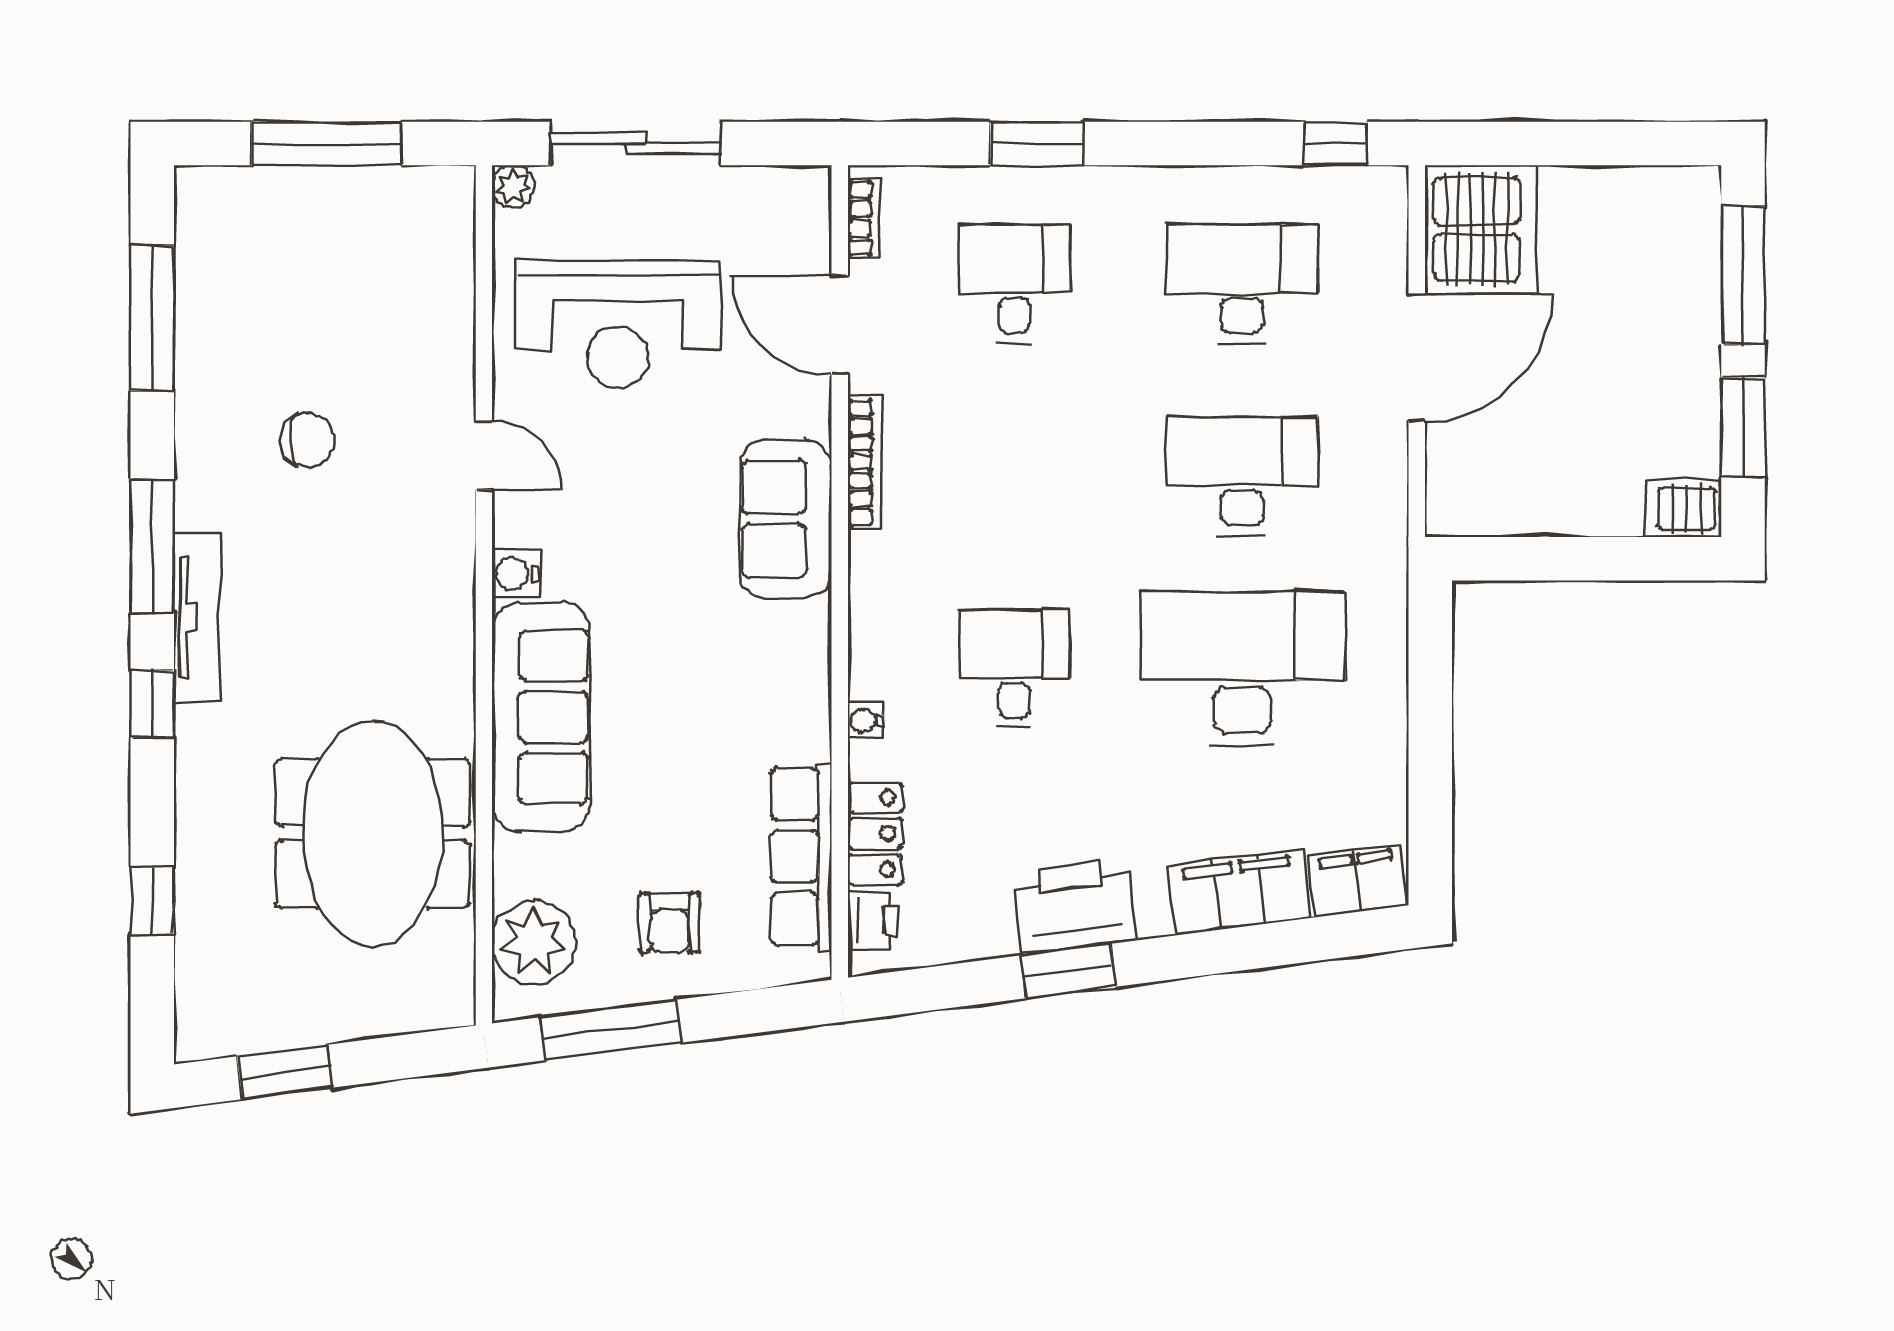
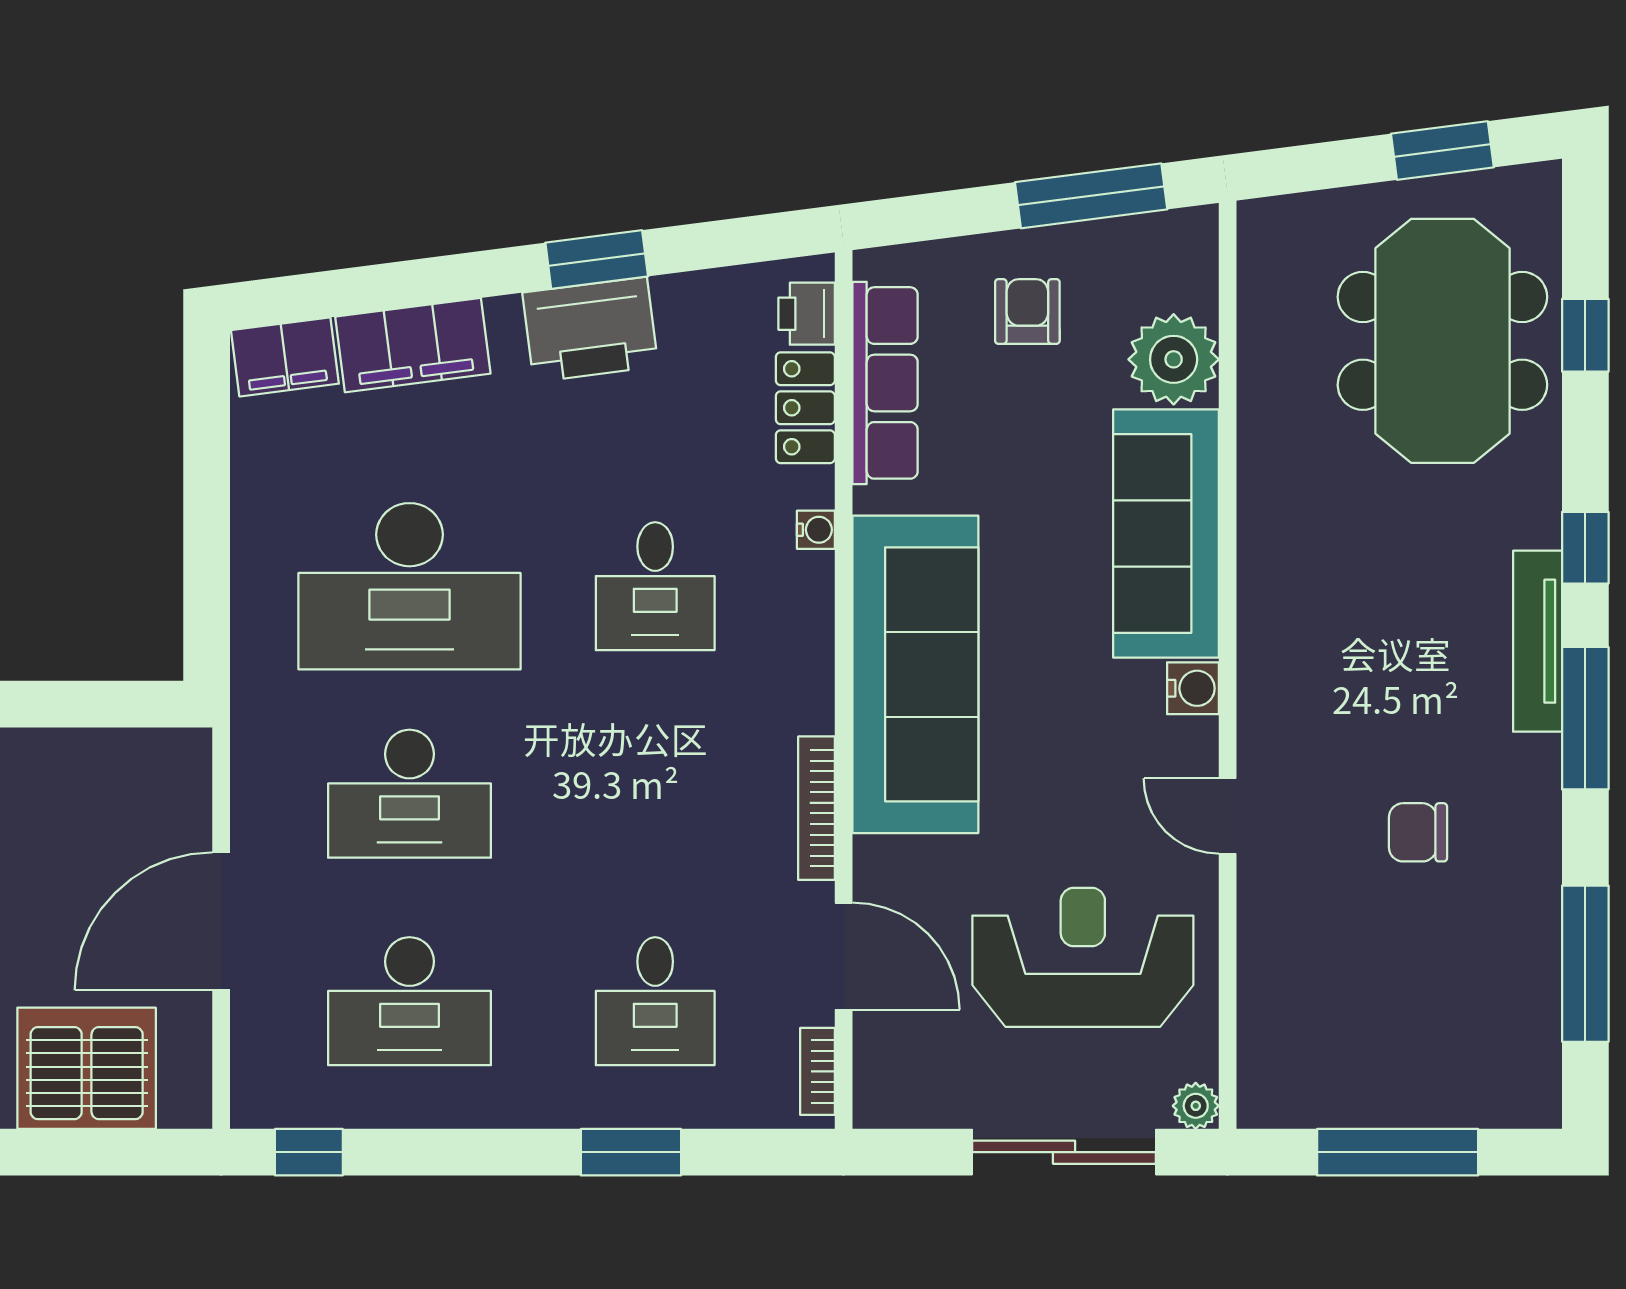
server rack: (1481, 229) -> (87, 1068), moved, turned 90
sofa: (786, 519) -> (915, 674), width x1.85, depth x1.27
meeting table: (373, 834) -> (1442, 341), moved
plant: (534, 943) -> (1174, 359), moved

